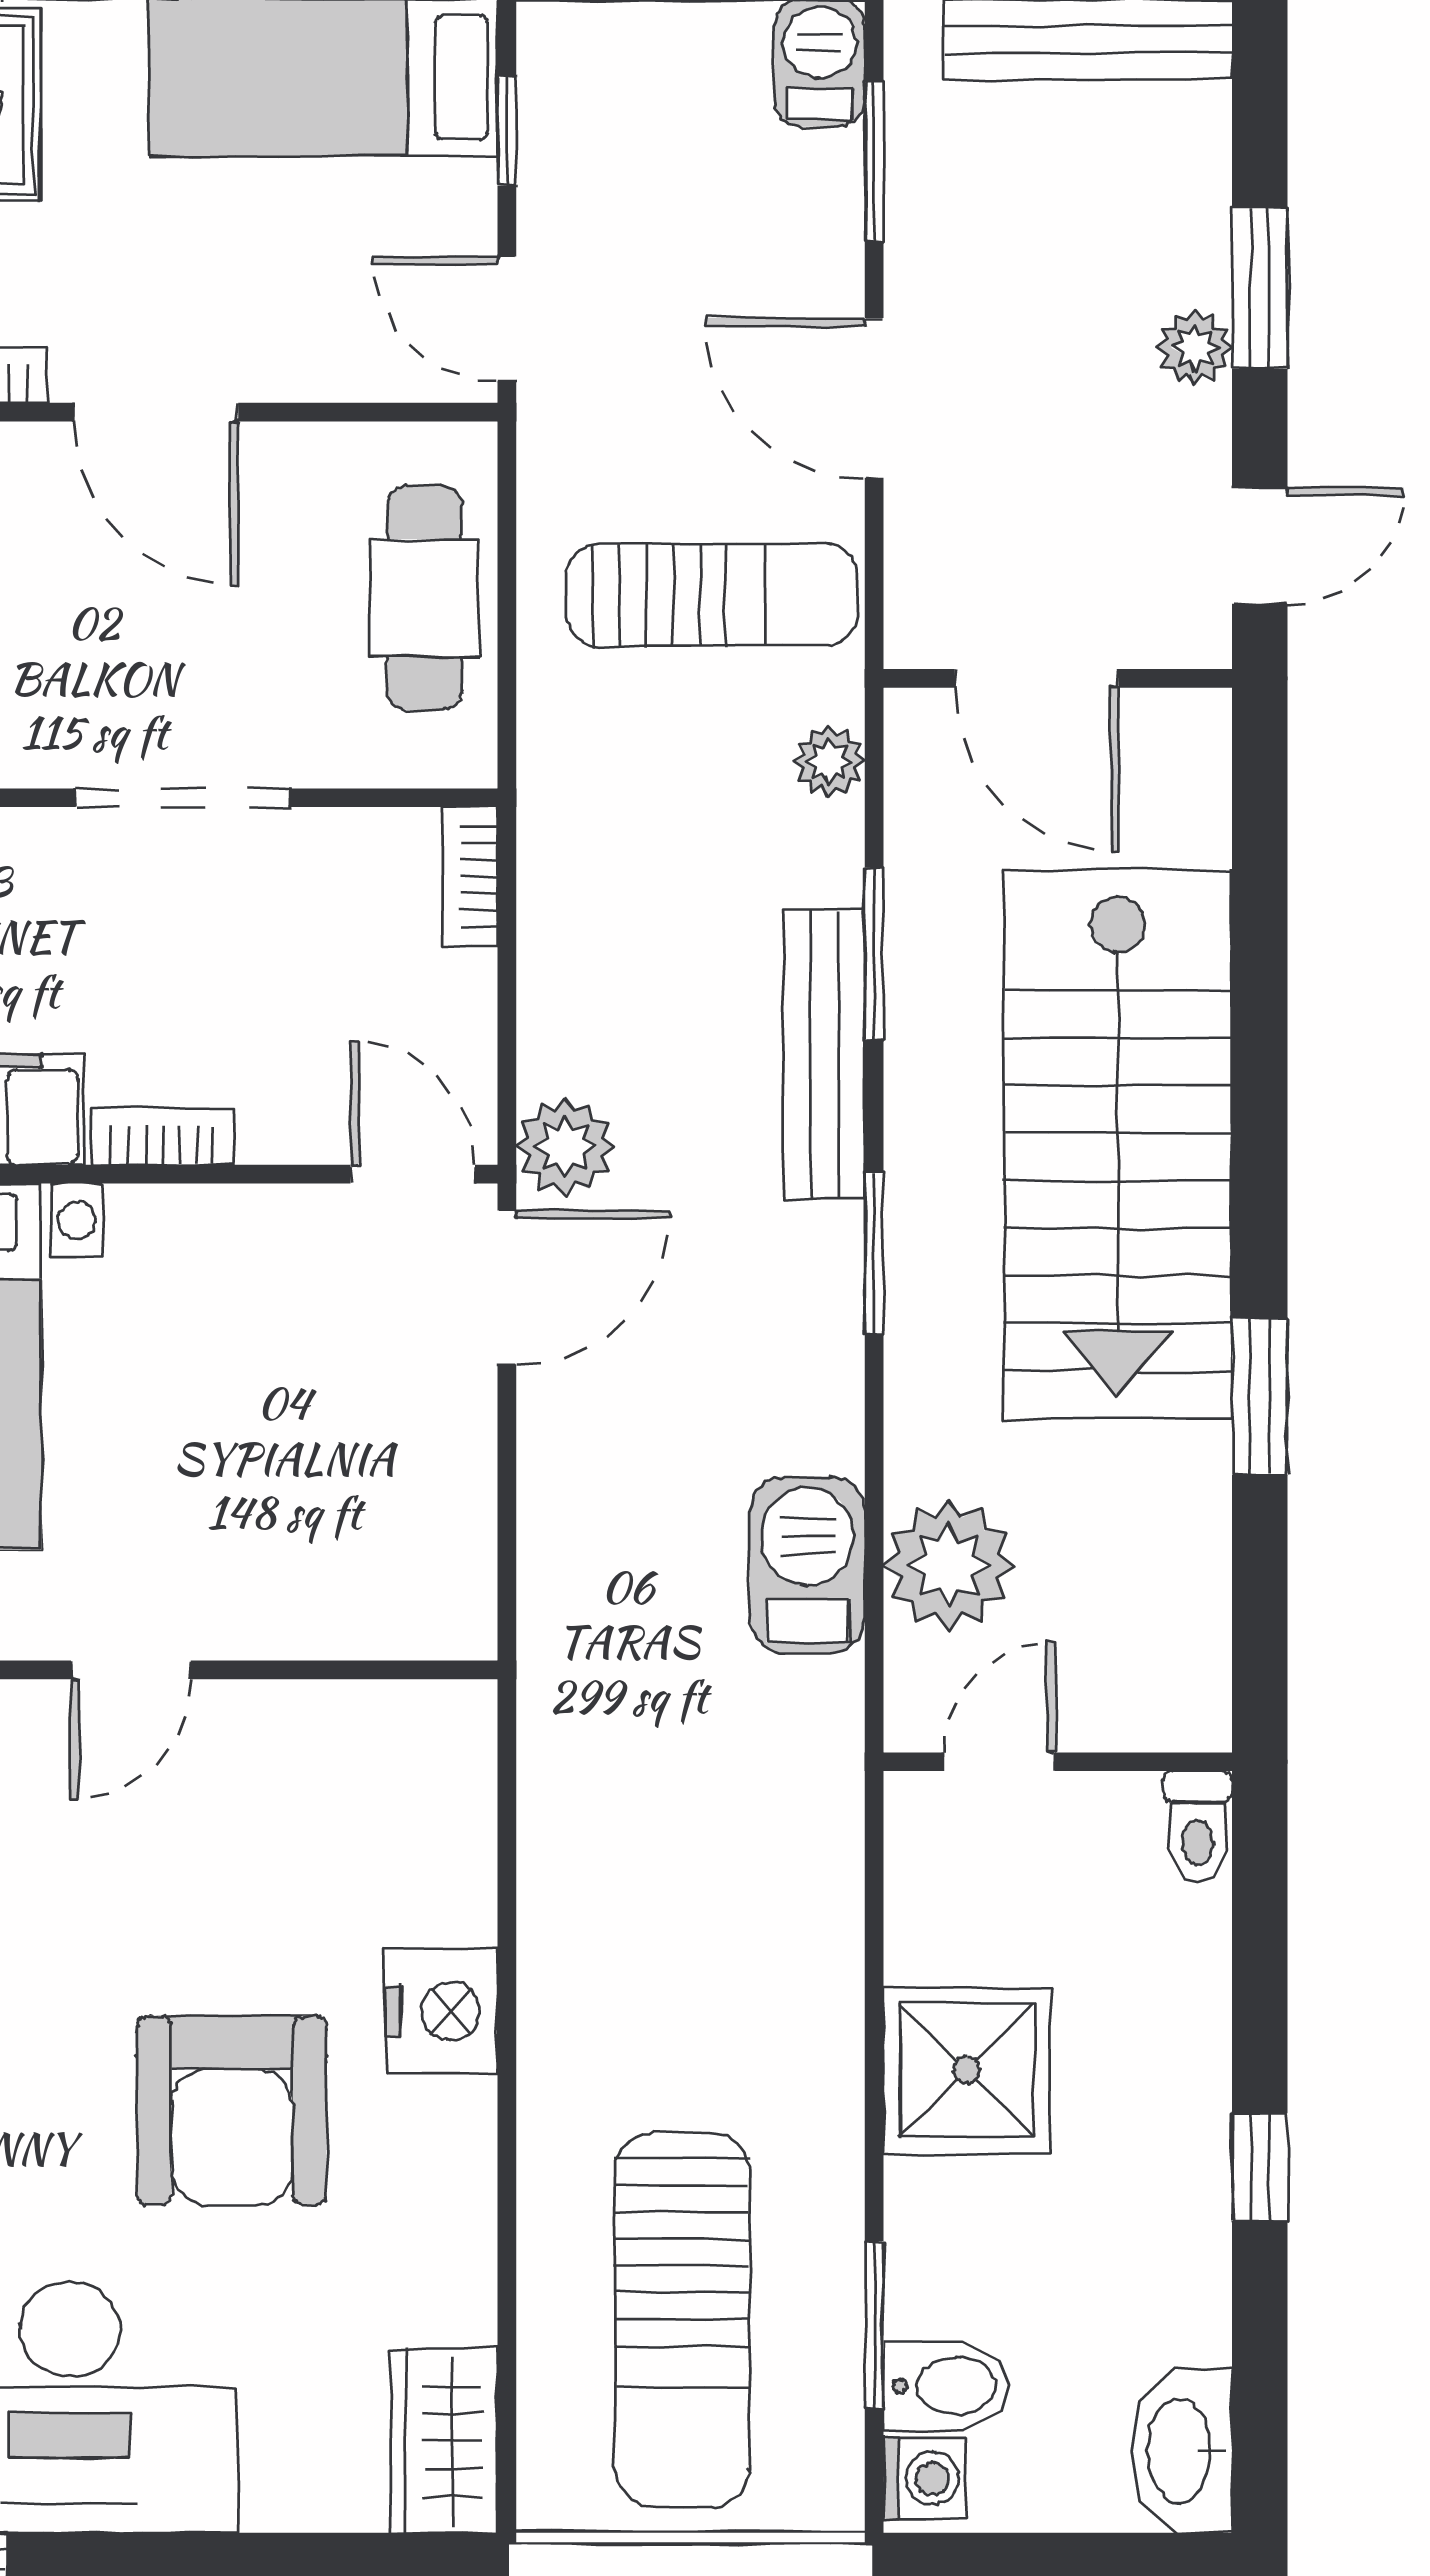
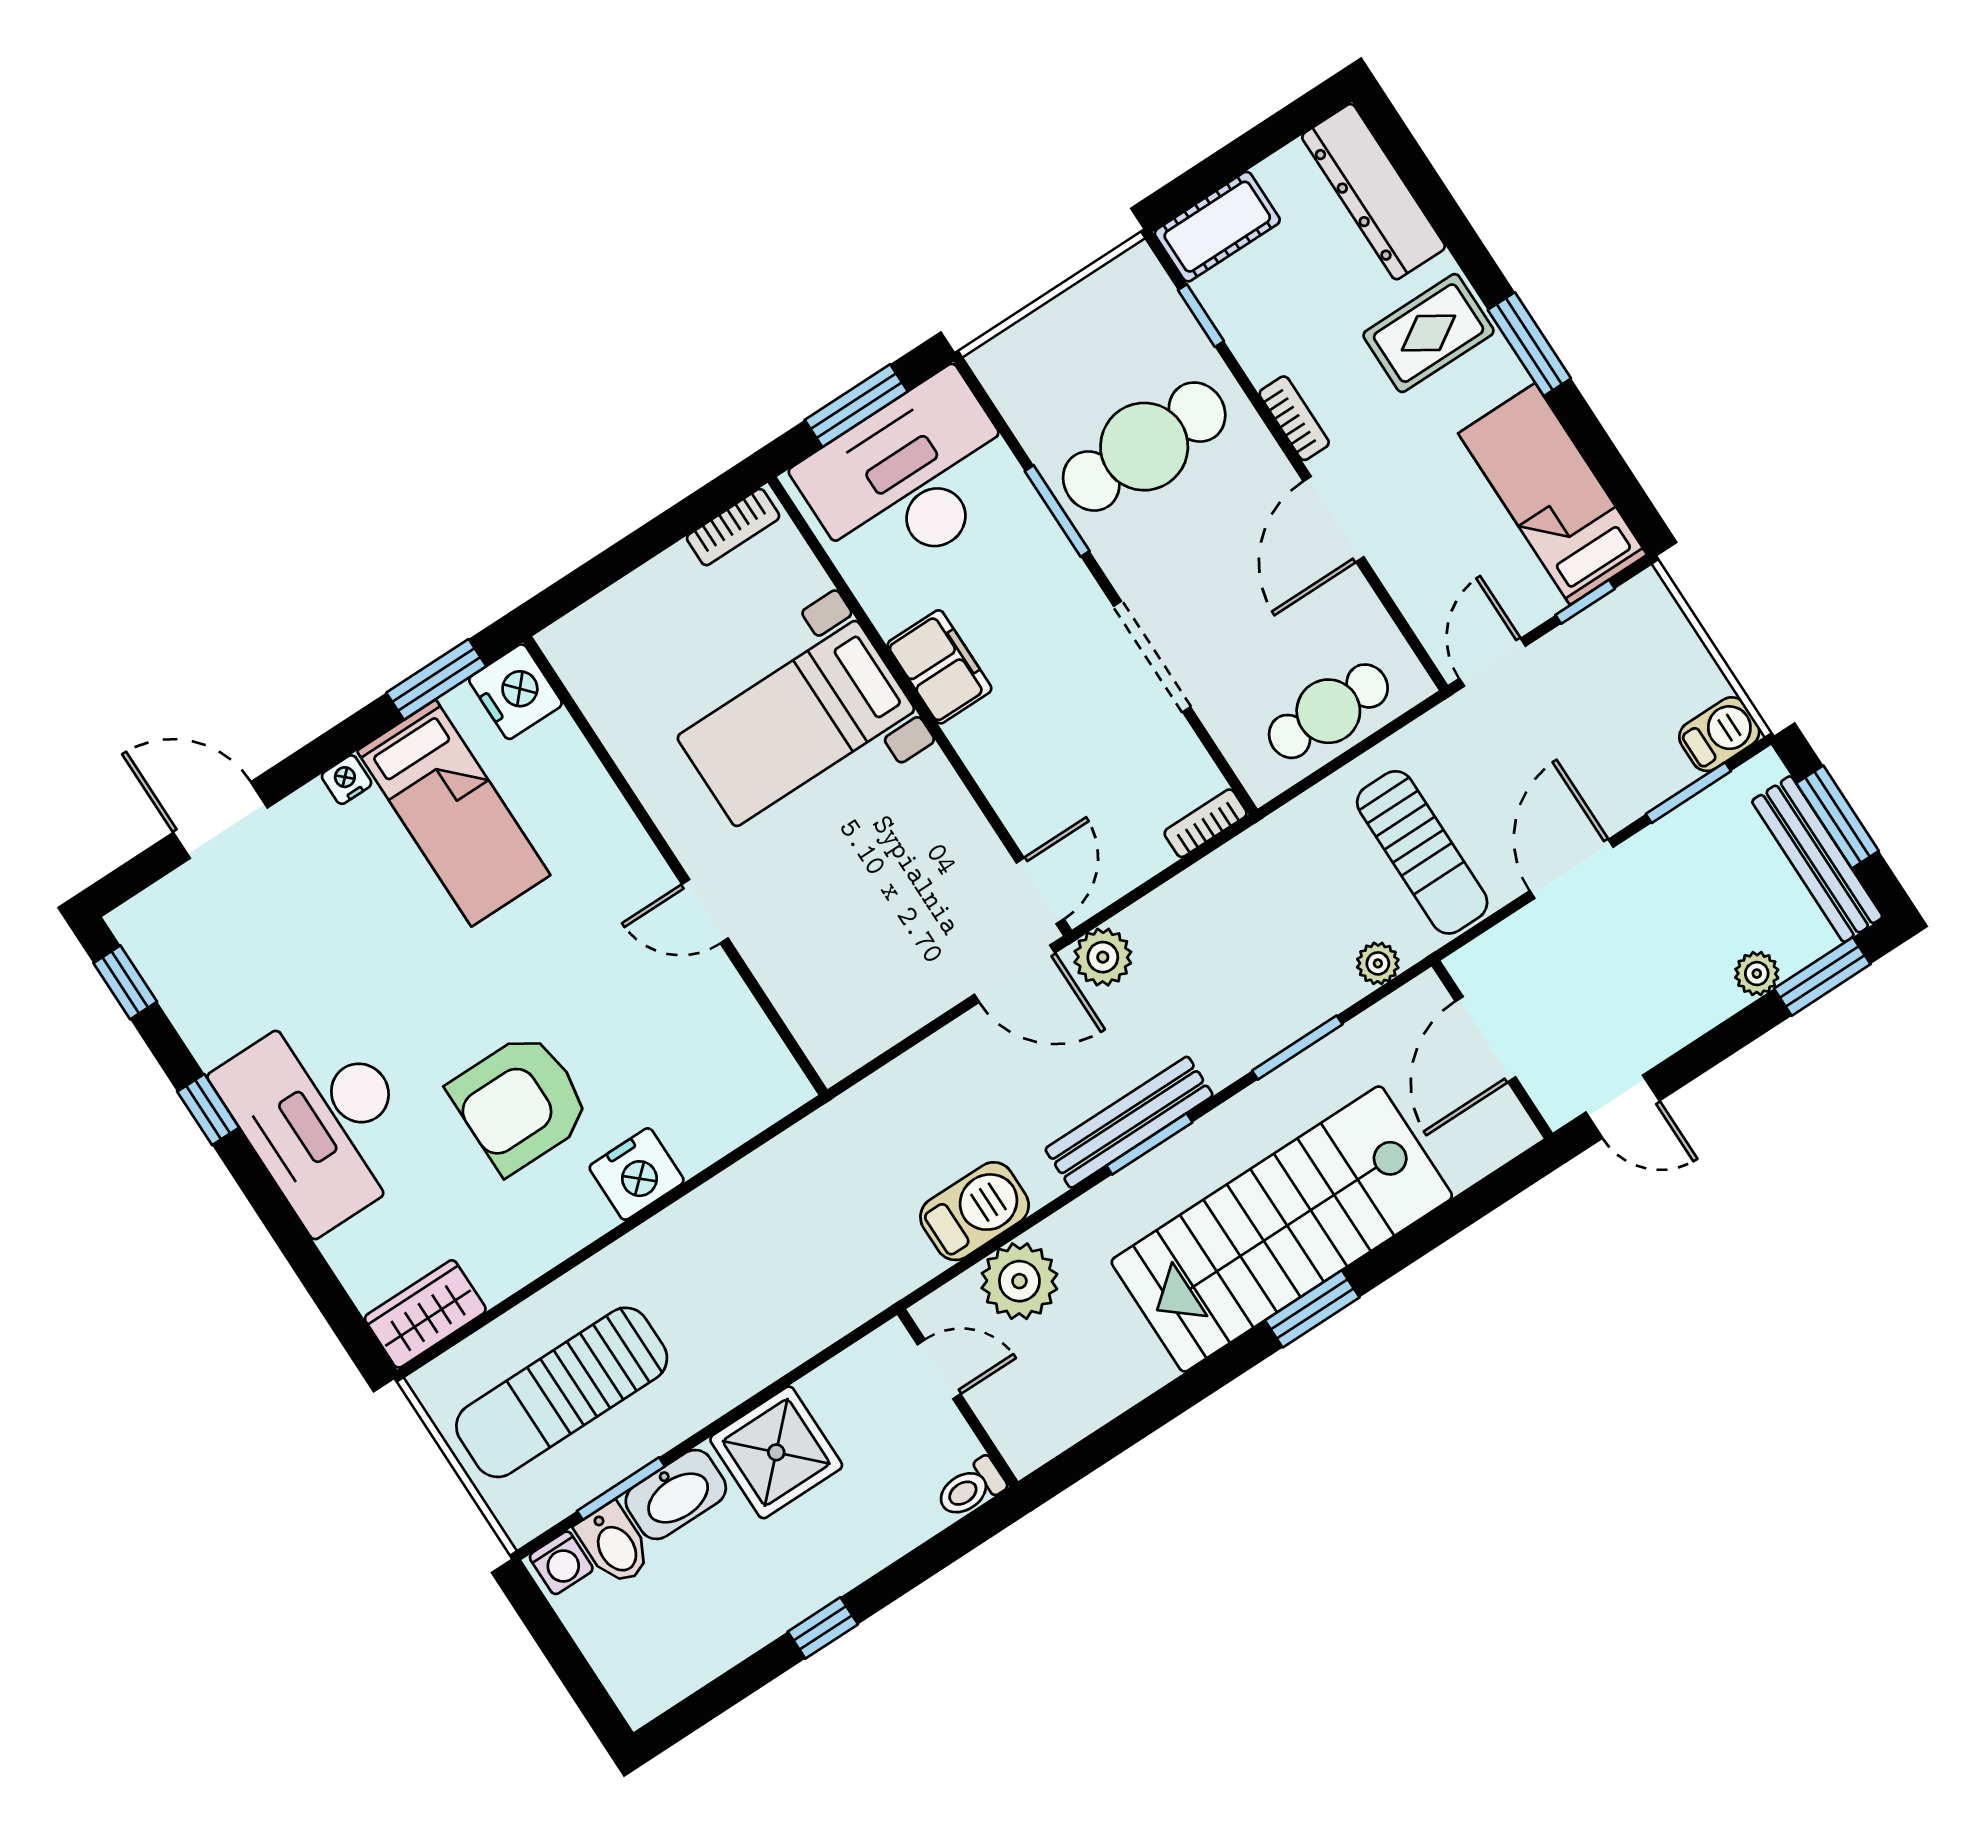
window: (1260, 288) -> (1822, 976), moved
plant: (1195, 348) -> (1757, 974), moved
bench: (824, 1054) -> (1129, 1122), moved
bookcase: (162, 1136) -> (978, 755), removed
window: (1260, 1397) -> (1312, 1309), moved
washbasin: (1182, 2451) -> (676, 1495), moved, turned 180

